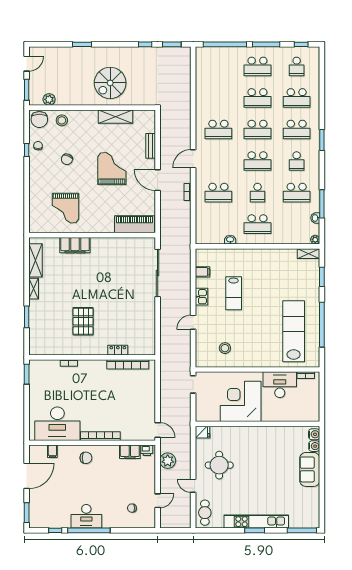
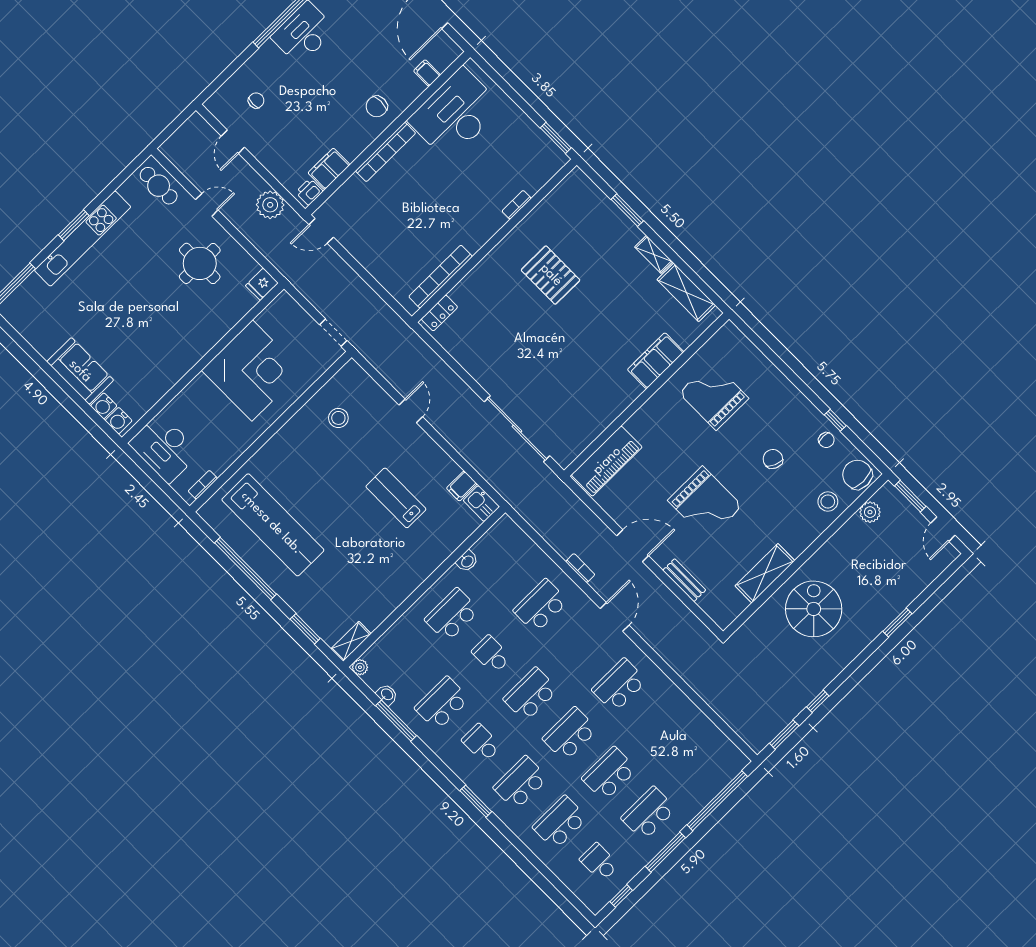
kitchen sink: (202, 297) -> (481, 504), moved
locker: (118, 350) -> (439, 313), moved
desk: (280, 385) -> (164, 448), moved, turned 90

